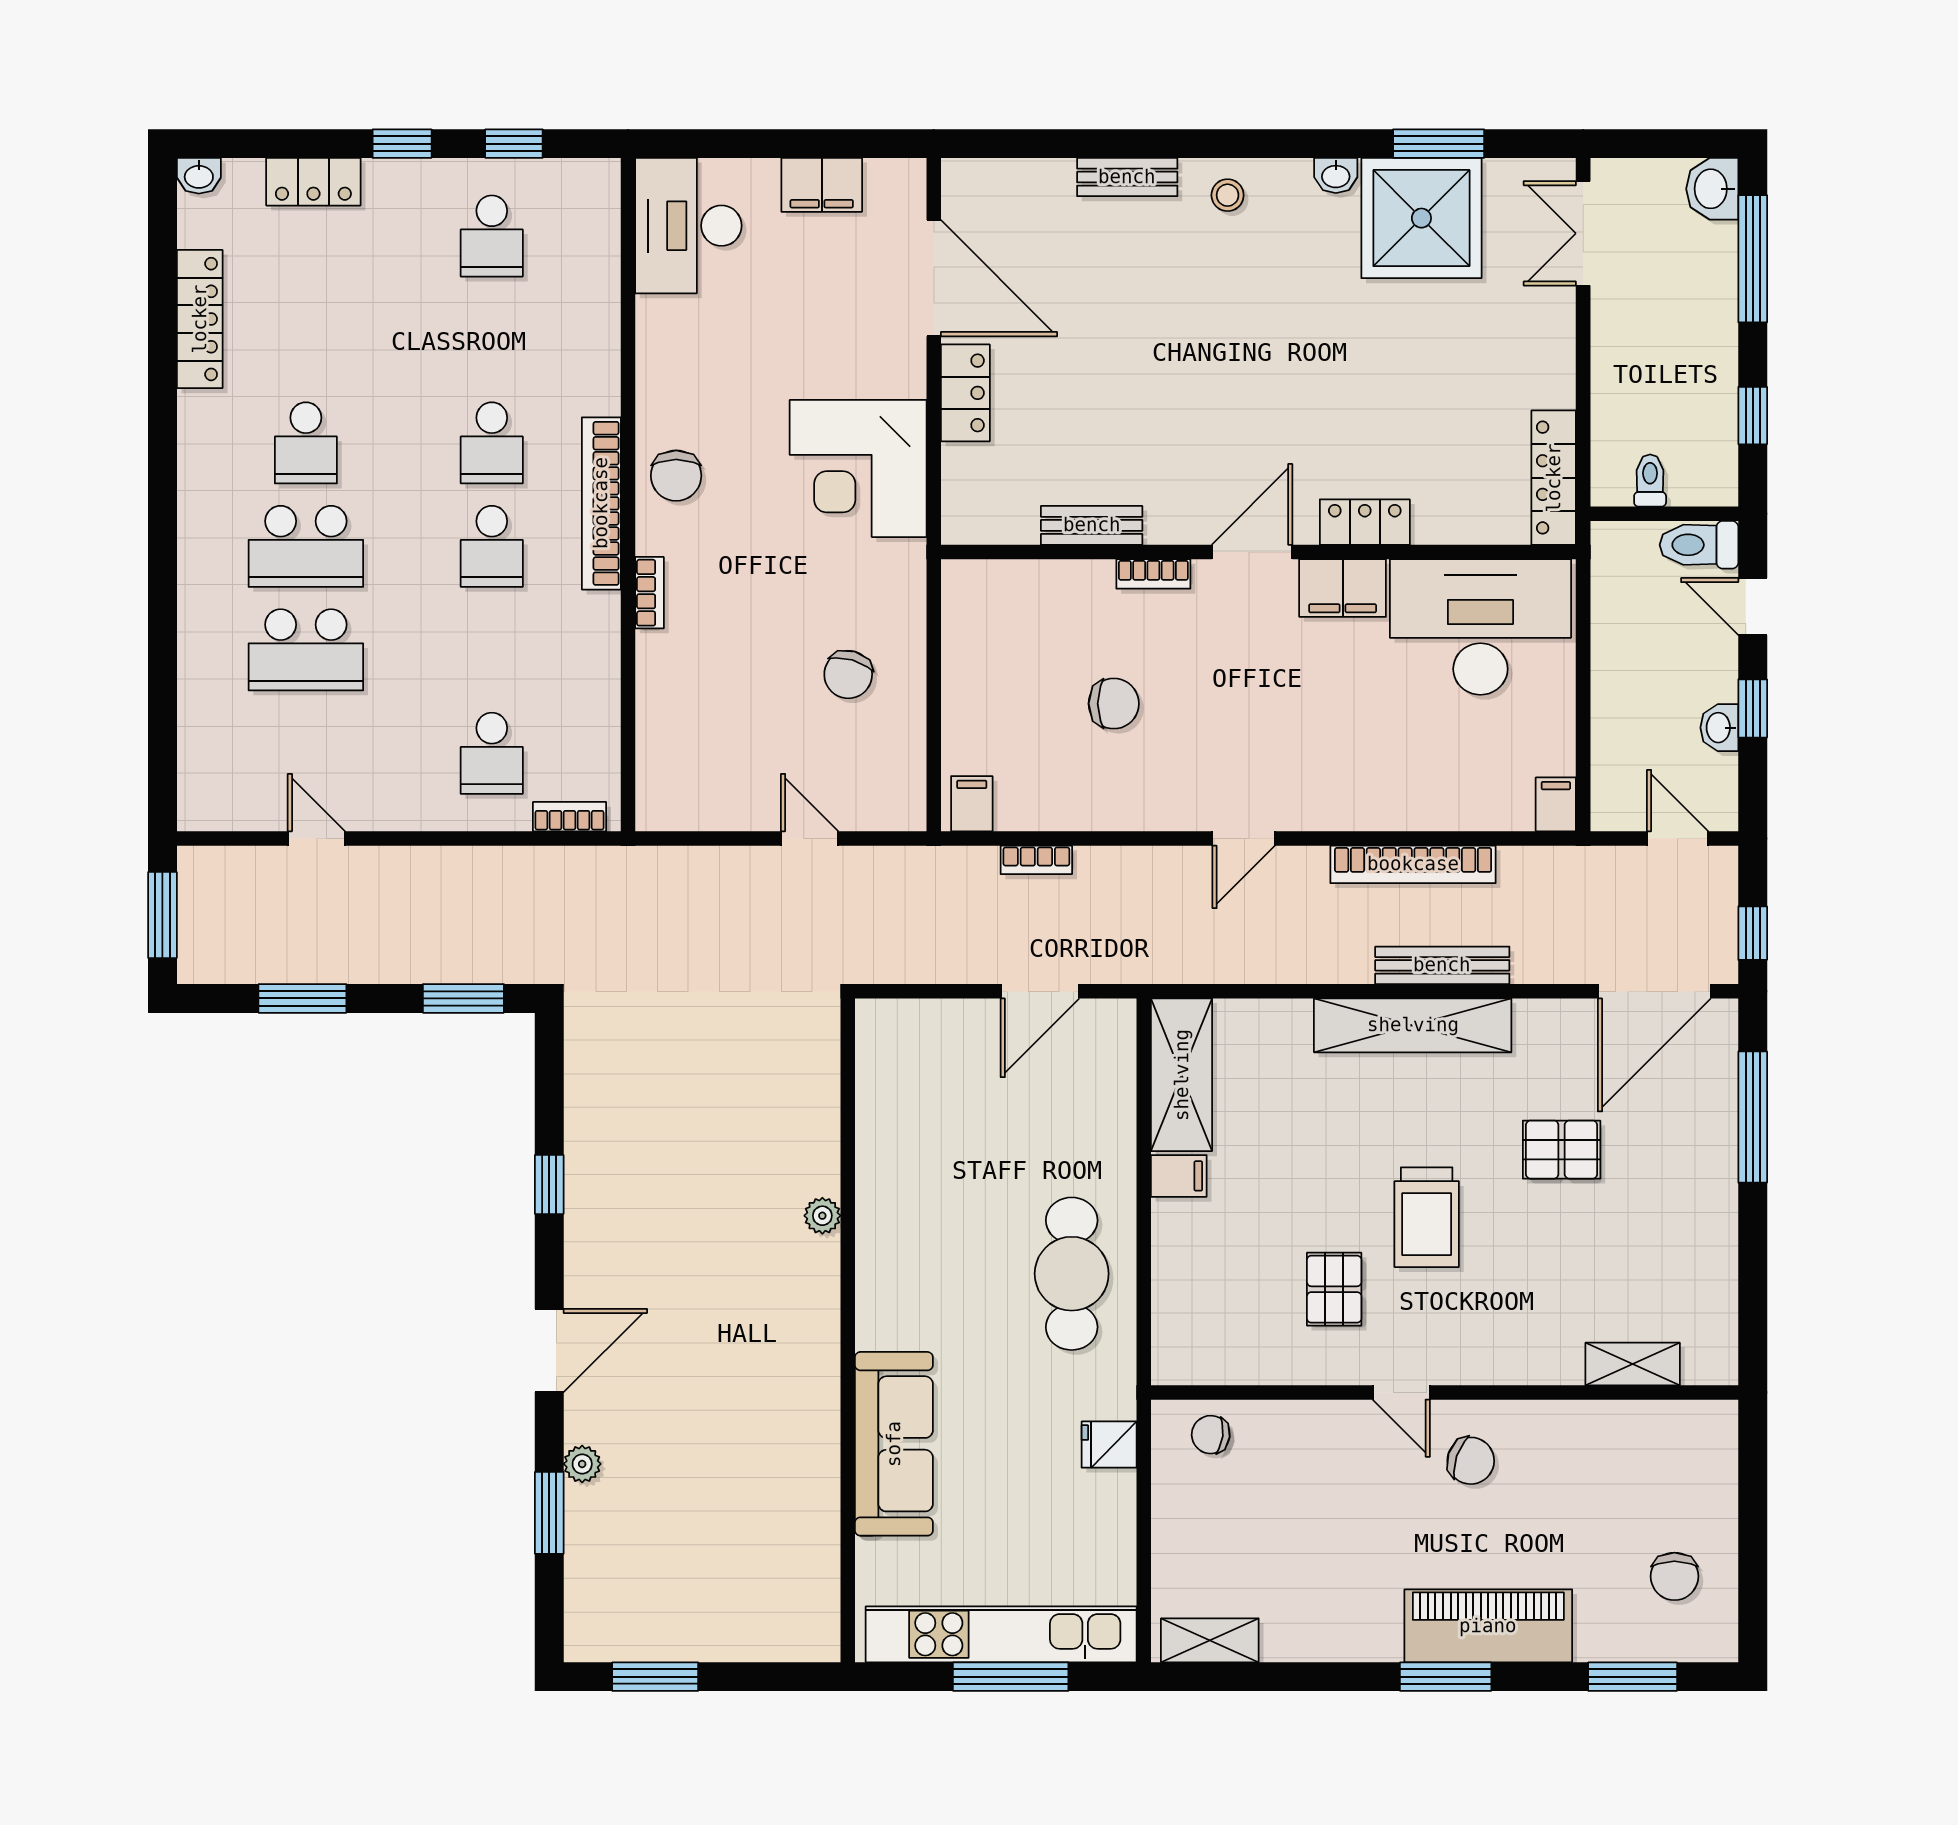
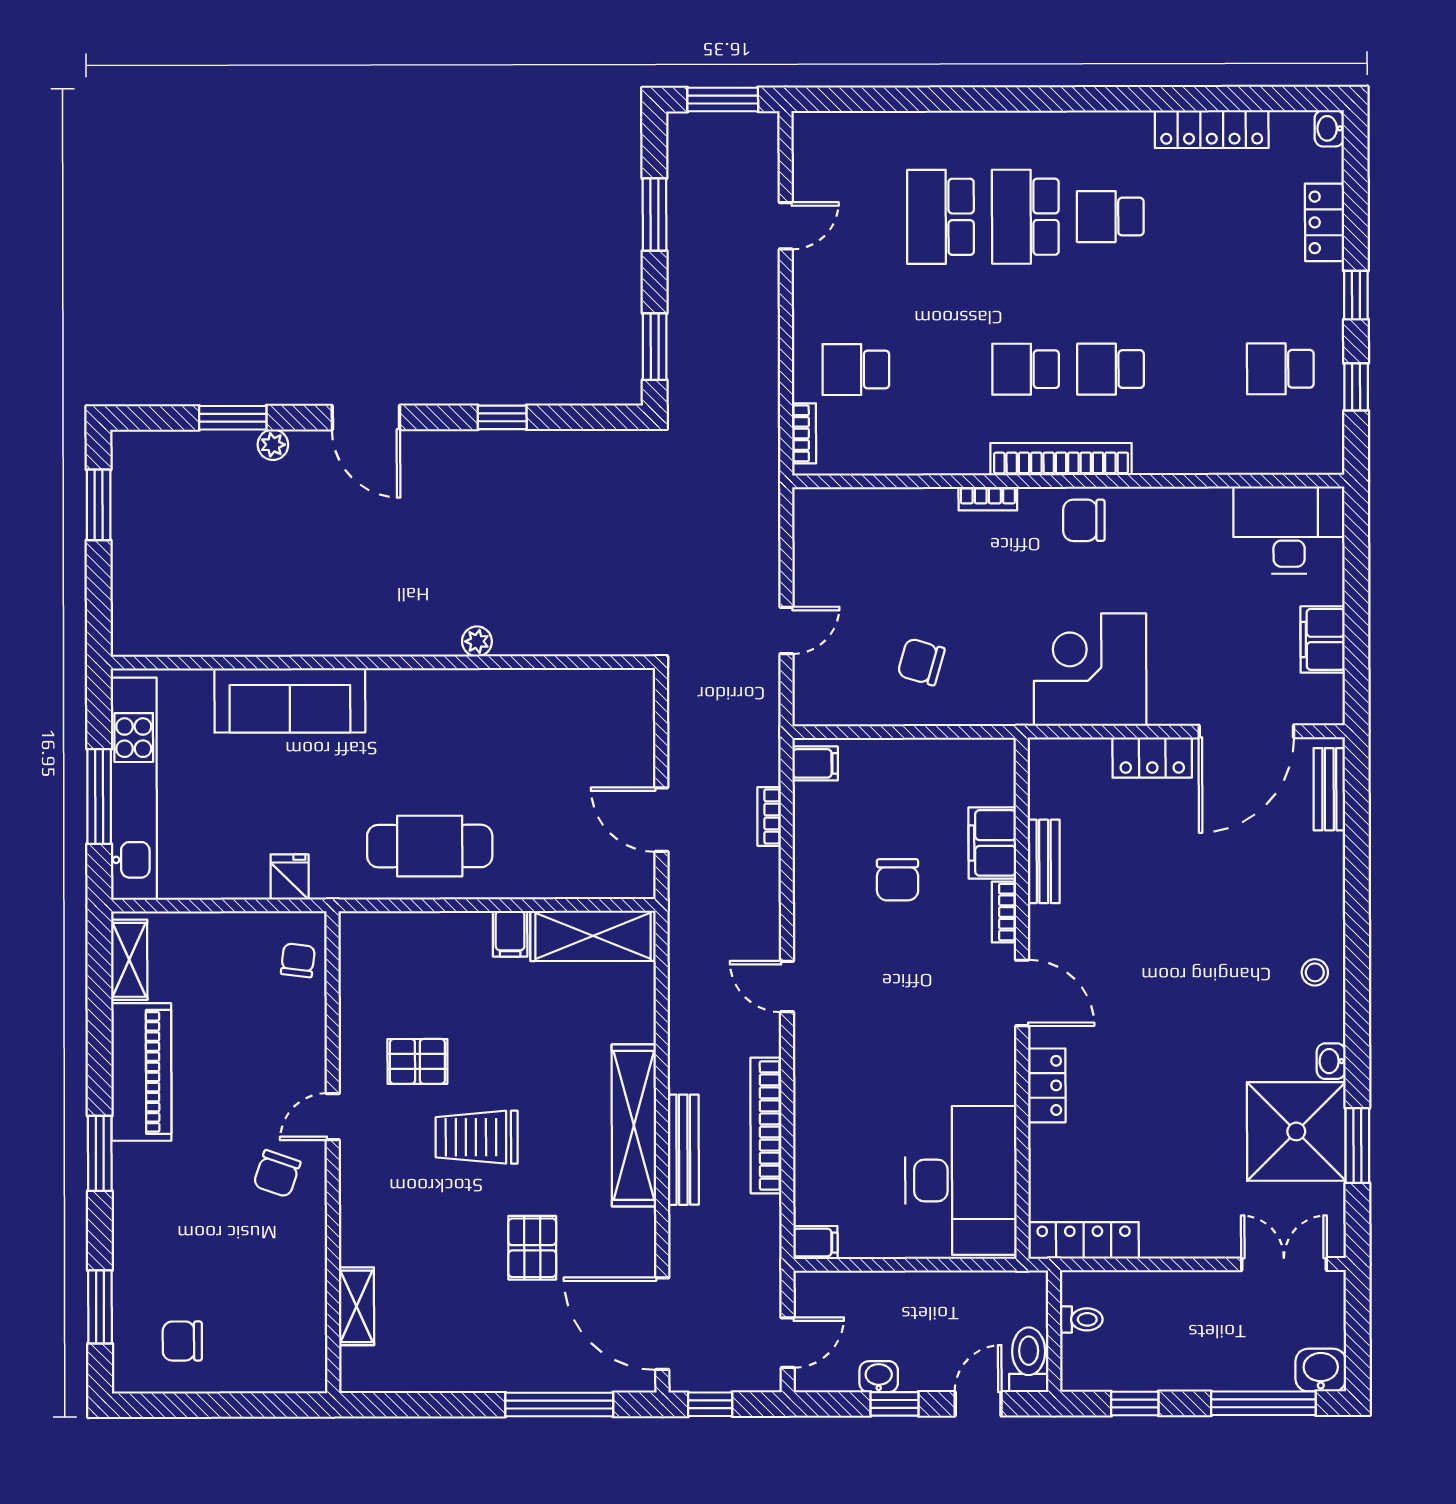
bench: (1127, 177) -> (1329, 789), moved
filing cabinet: (1343, 588) -> (992, 843), moved
piano: (1488, 1626) -> (141, 1072), moved

